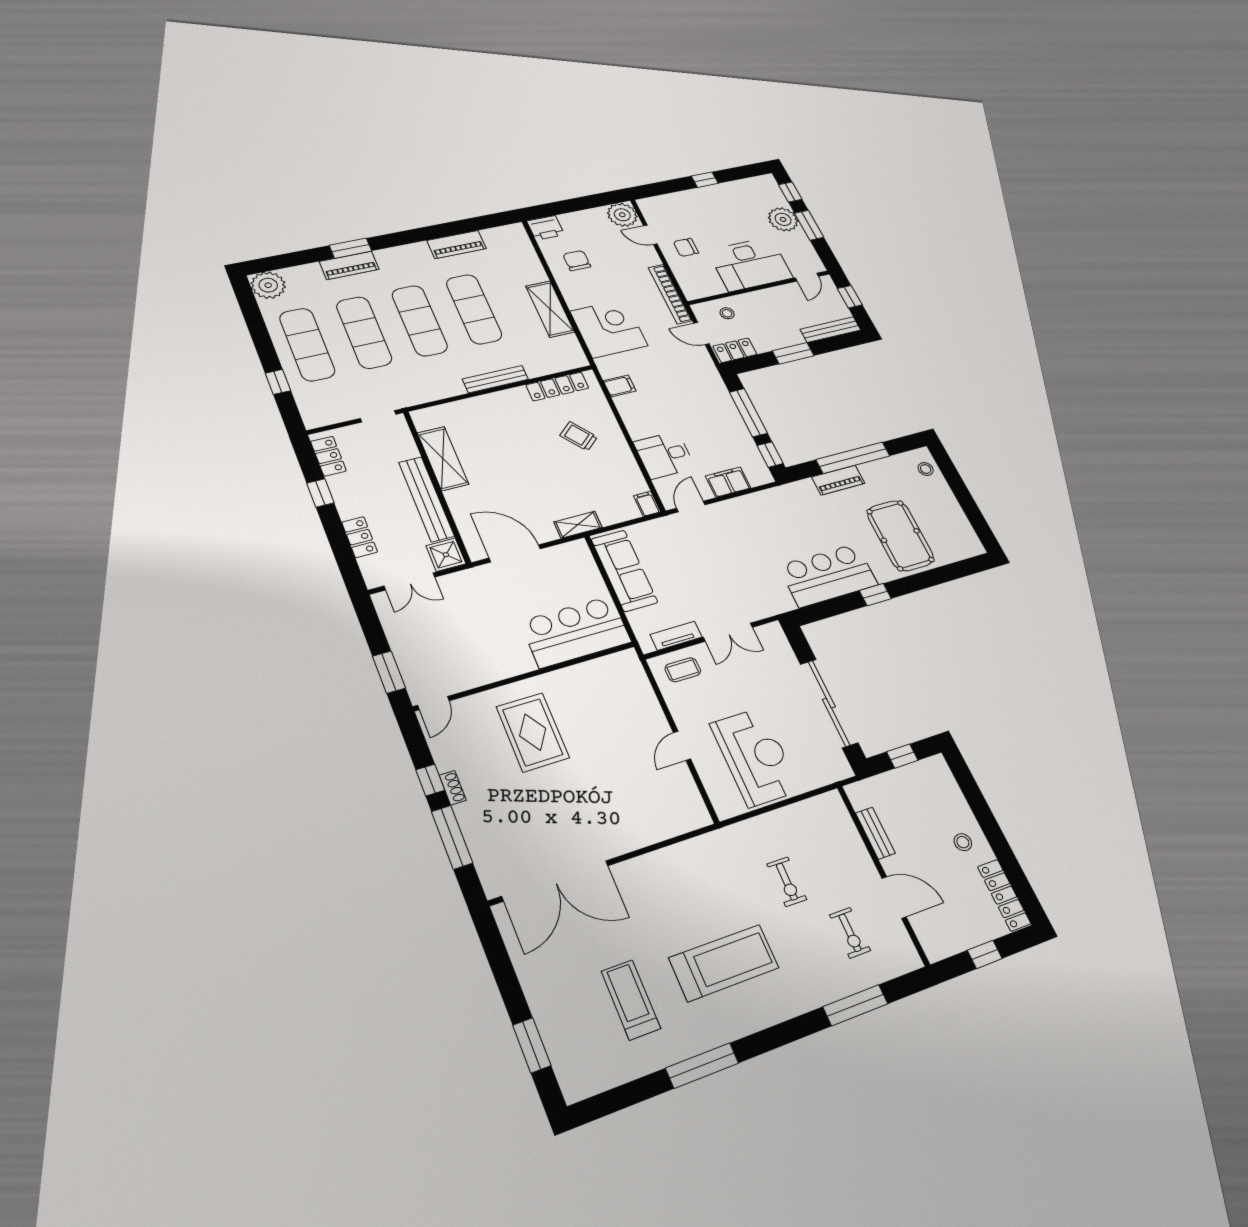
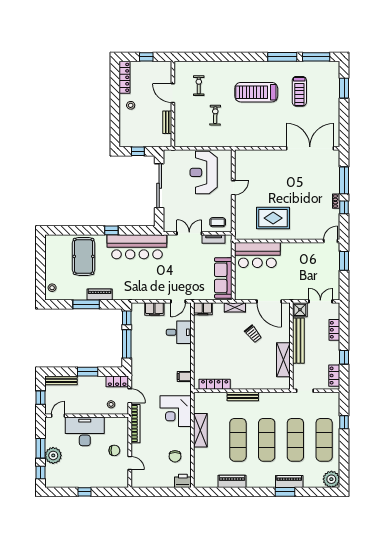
plant: (622, 215) -> (139, 479), removed
trolley: (579, 436) -> (253, 334), moved
window: (853, 458) -> (86, 304), width x0.68
filing cabinet: (647, 504) -> (203, 309), width x2.00
bar counter: (828, 575) -> (137, 247), width x1.36
rug: (533, 732) -> (273, 218), moved, turned 90
window: (855, 1005) -> (316, 57), moved

